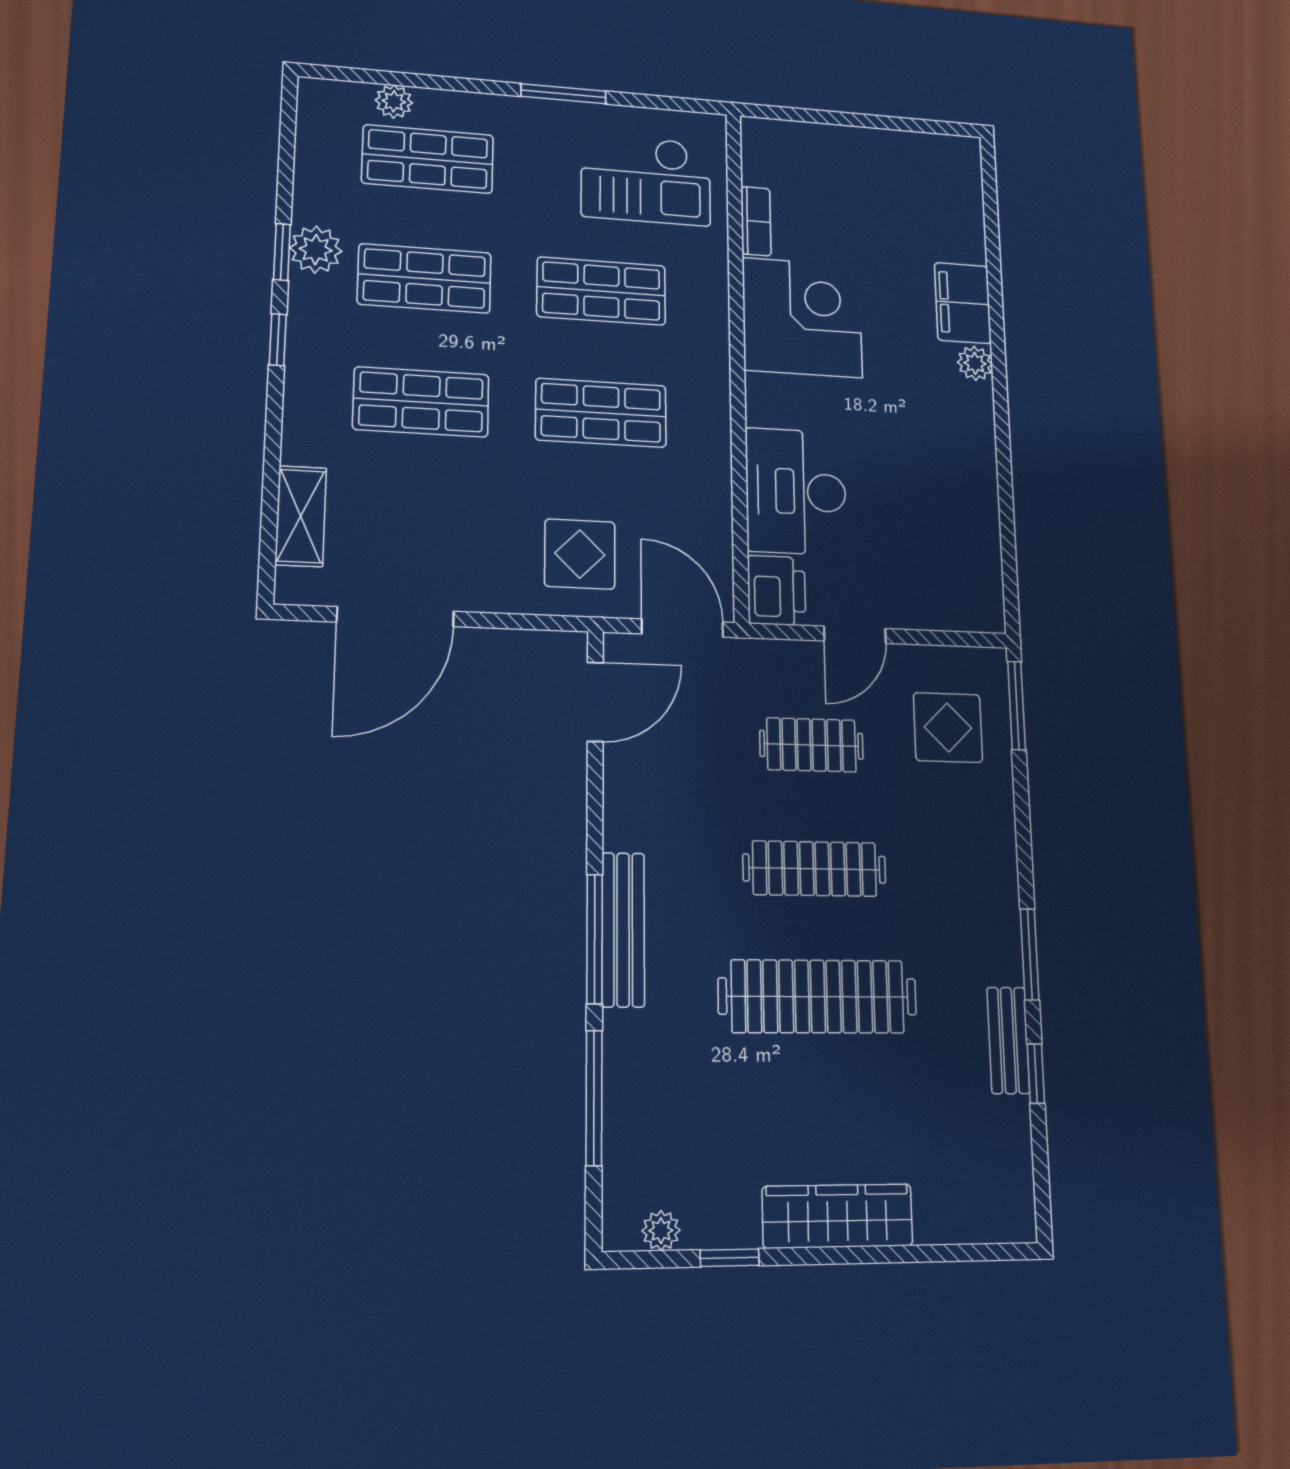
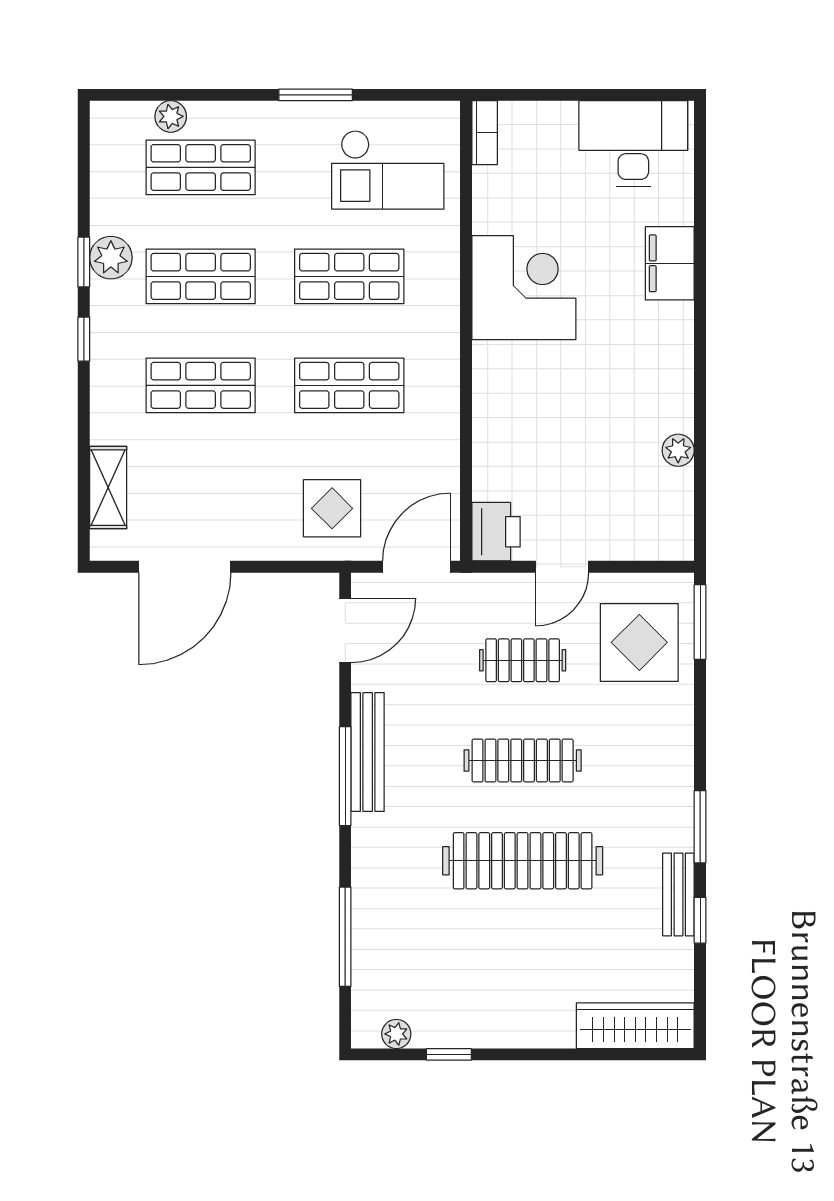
bookcase: (756, 221) -> (485, 133), moved
plant: (975, 363) -> (678, 450), moved
desk: (796, 491) -> (633, 143), moved, turned 90
door: (682, 628) -> (417, 567), hinge flipped
display table: (948, 727) -> (639, 642), width x1.36, depth x1.36
bench: (623, 929) -> (368, 752), moved
window: (595, 939) -> (345, 776), moved
wardrobe: (838, 1216) -> (635, 1026), moved

